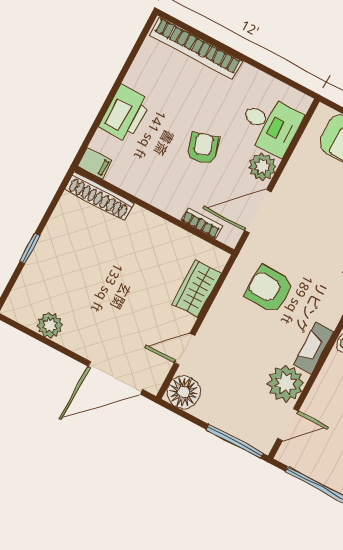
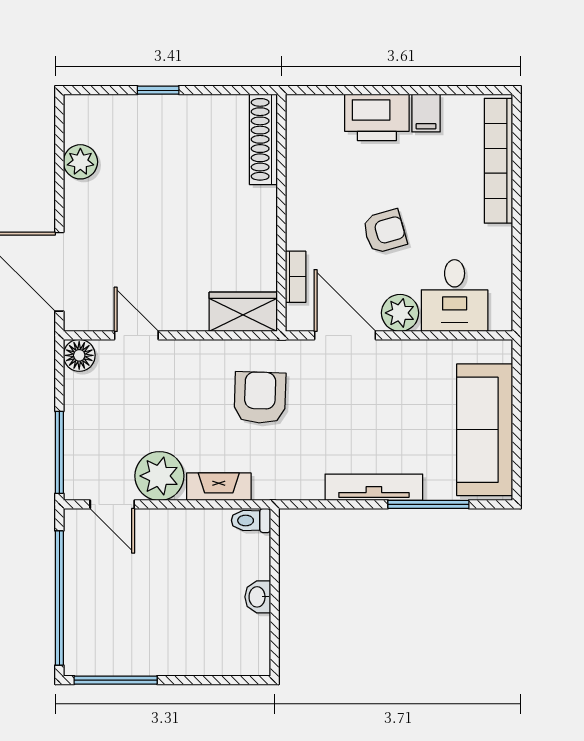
filing cabinet: (95, 163) -> (426, 113), moved
wardrobe: (197, 289) -> (243, 312), moved
floor lamp: (184, 392) -> (79, 355), width x0.73, depth x0.73

